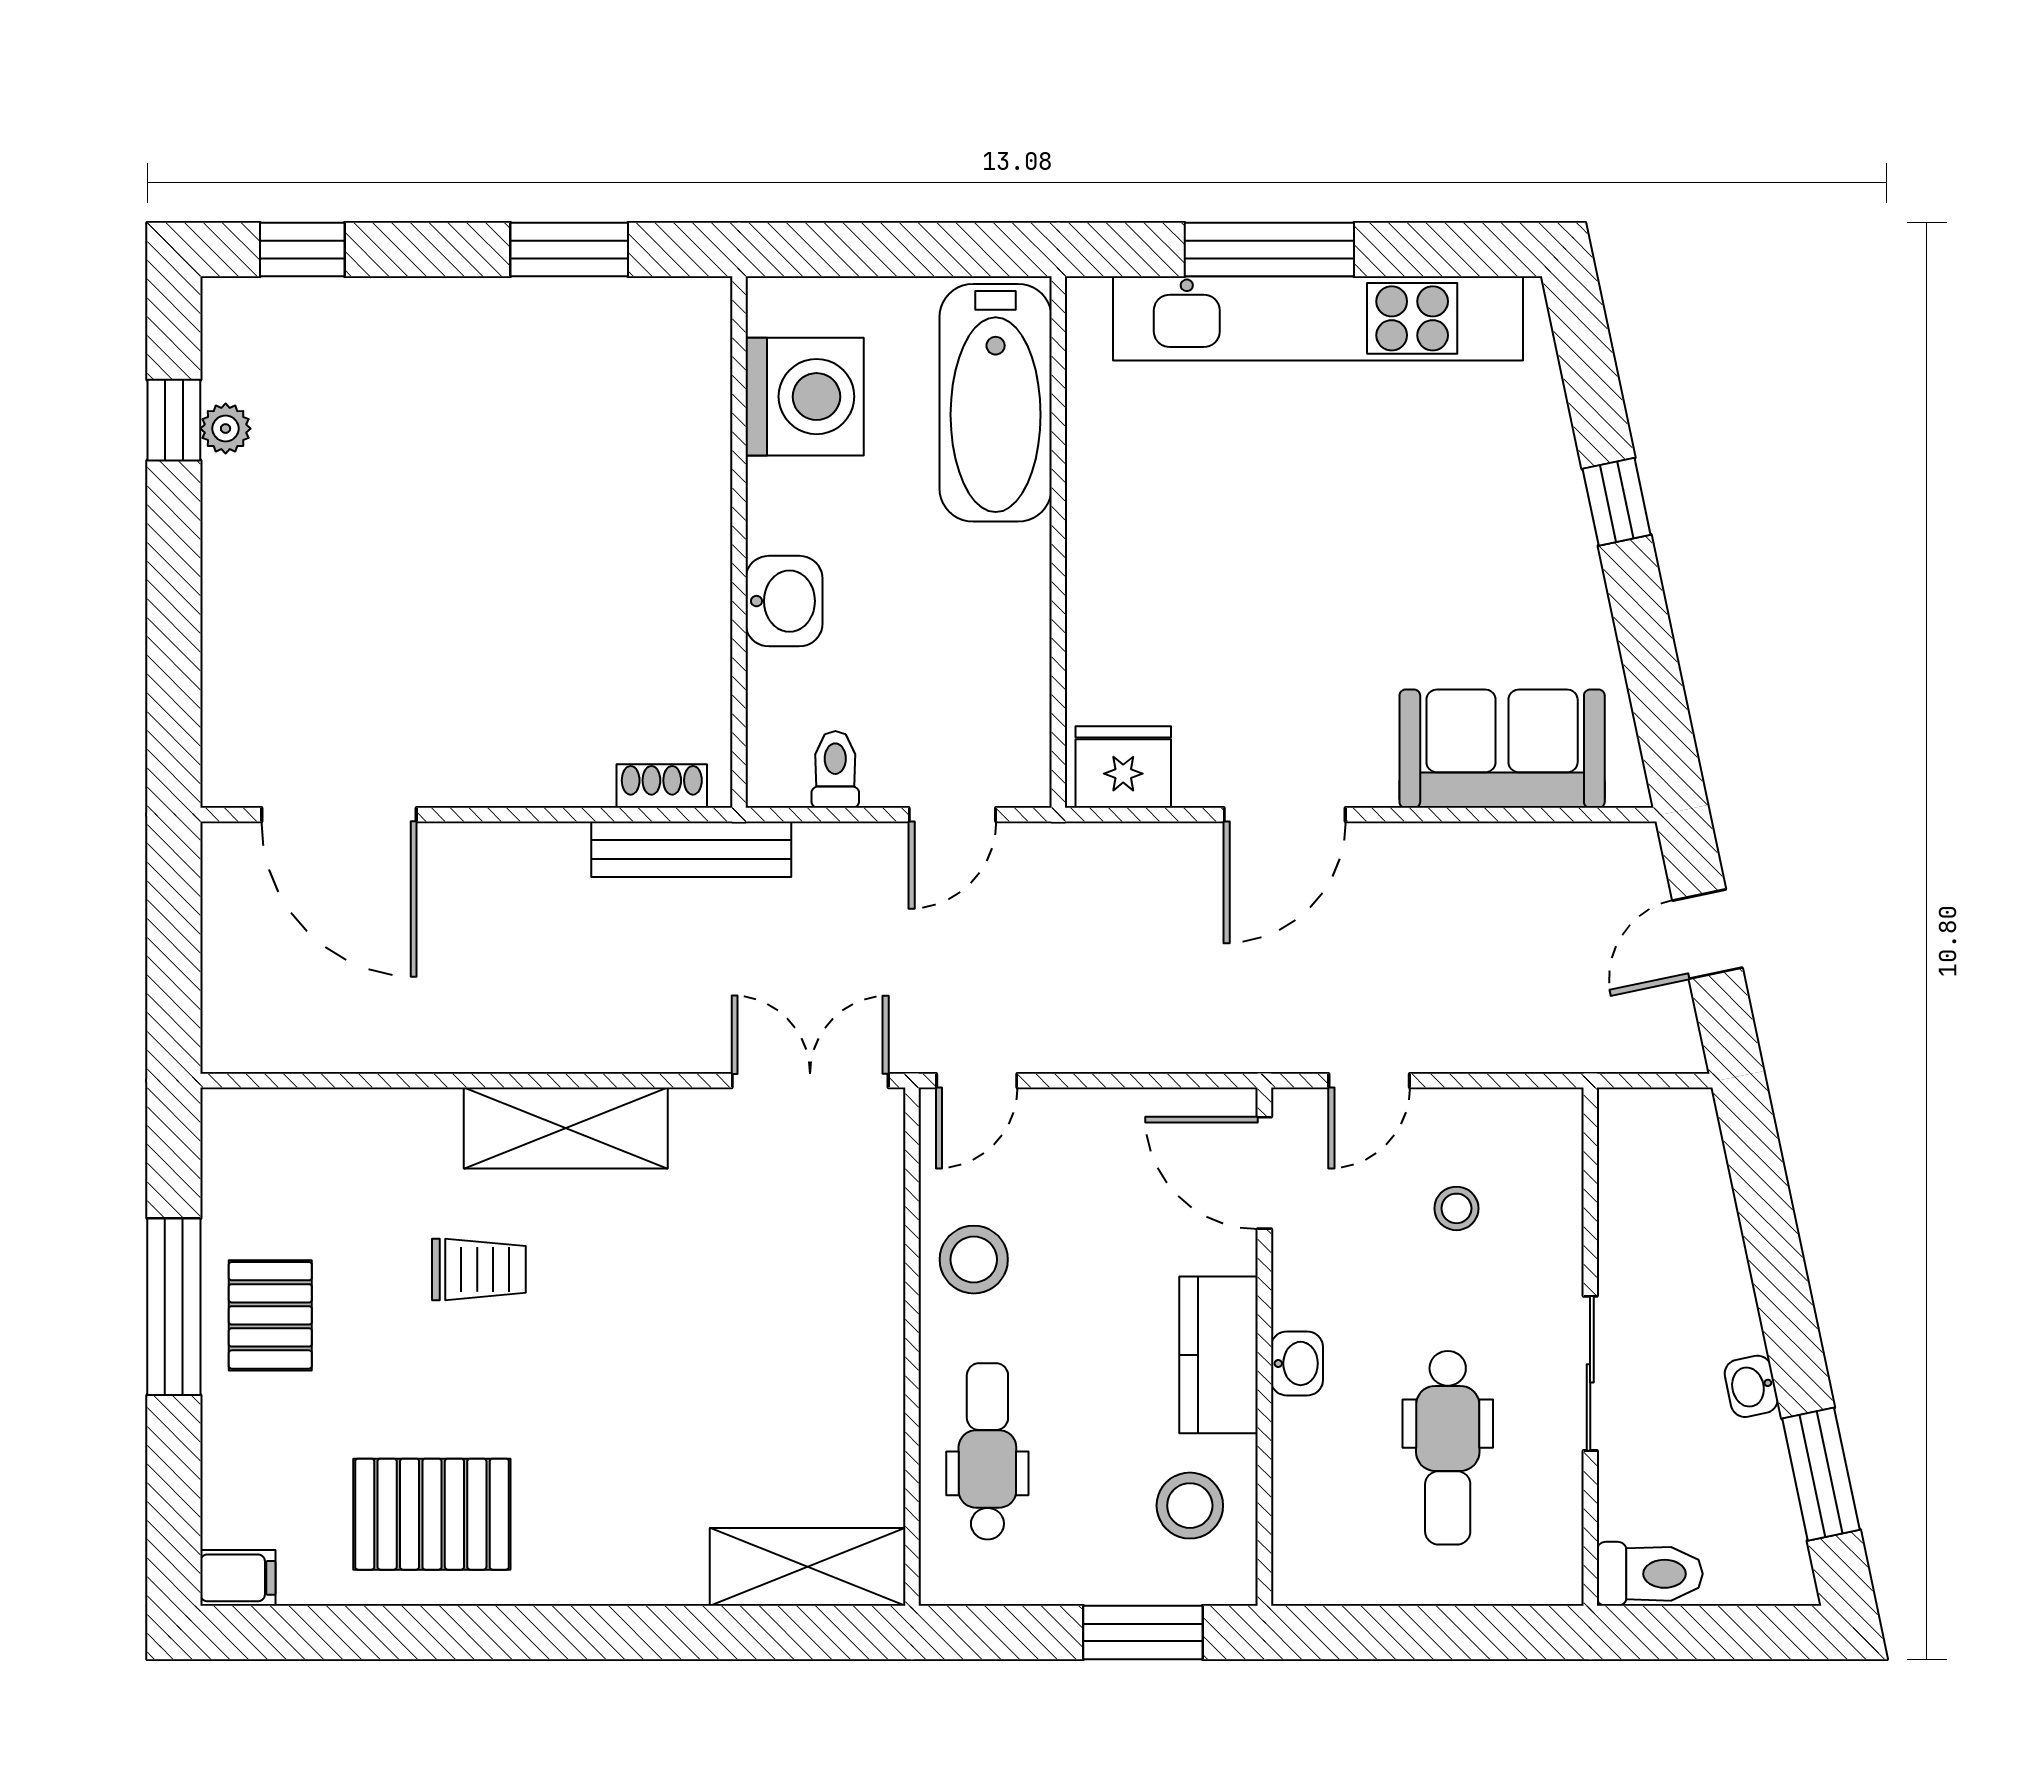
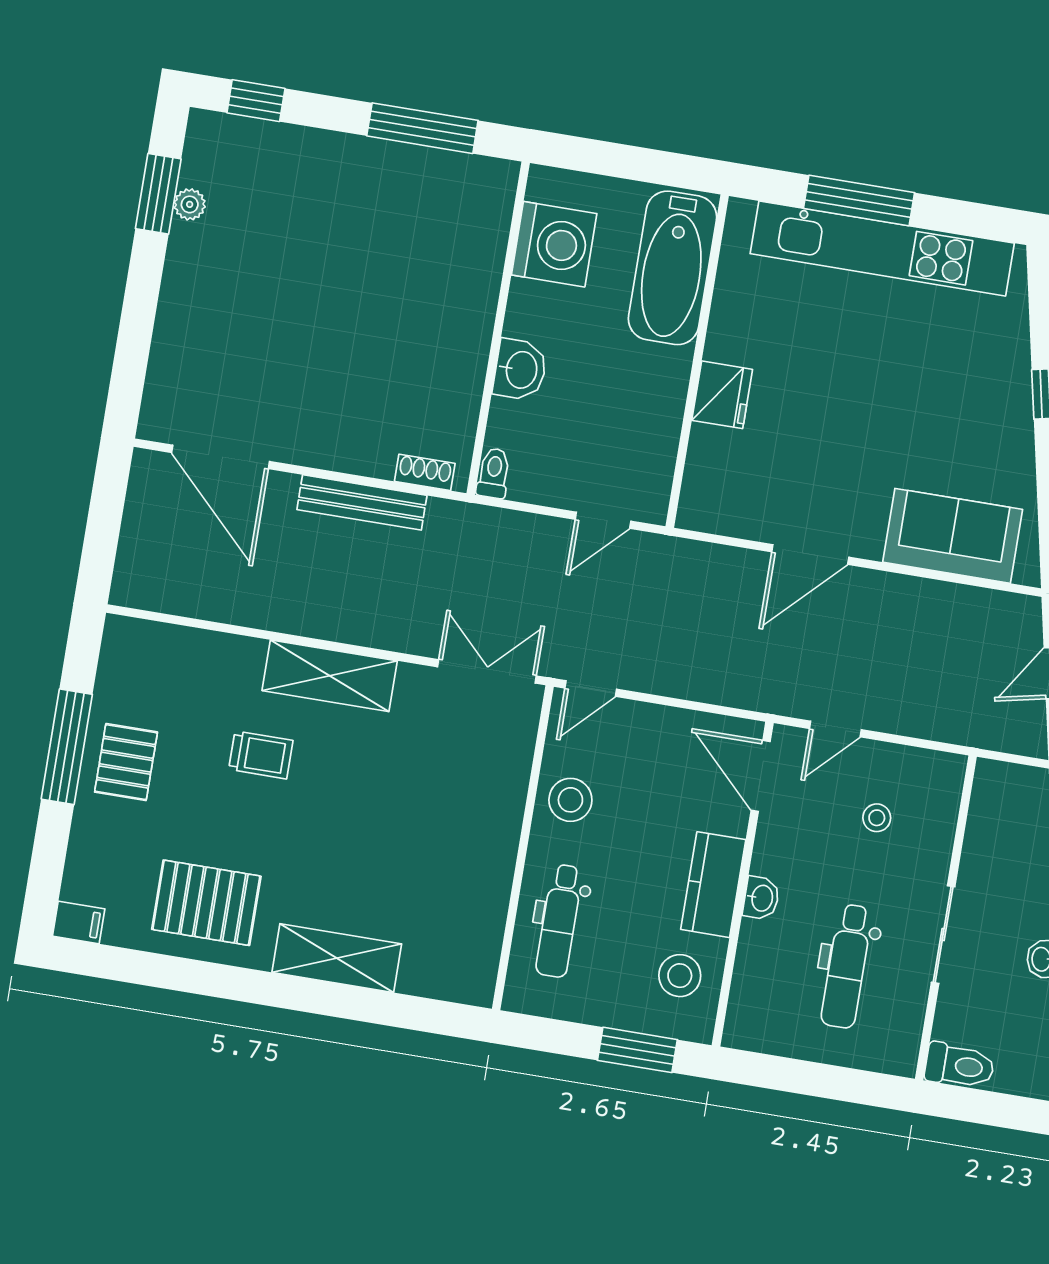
window: (569, 249) -> (422, 128), width x1.44
window: (174, 420) -> (158, 194), width x1.50
fridge: (1123, 767) -> (722, 395), moved, turned 90
toilet: (835, 769) -> (494, 473), moved
bench: (691, 849) -> (362, 502), moved
dental chair: (987, 1451) -> (559, 921), turned 180
shelving: (808, 1567) -> (337, 958), moved

